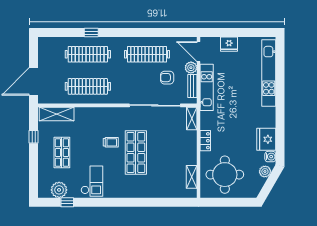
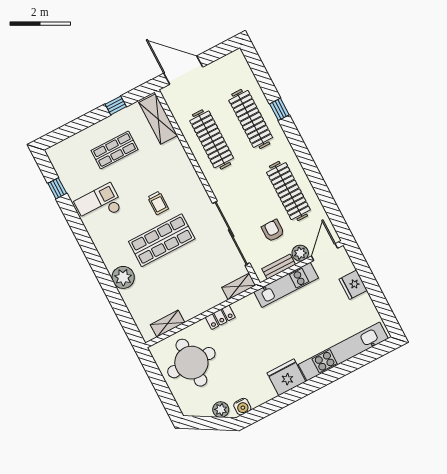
fridge: (266, 139) -> (286, 377), moved
checkout: (92, 181) -> (99, 205), turned 180
plant: (59, 190) -> (123, 277), moved

